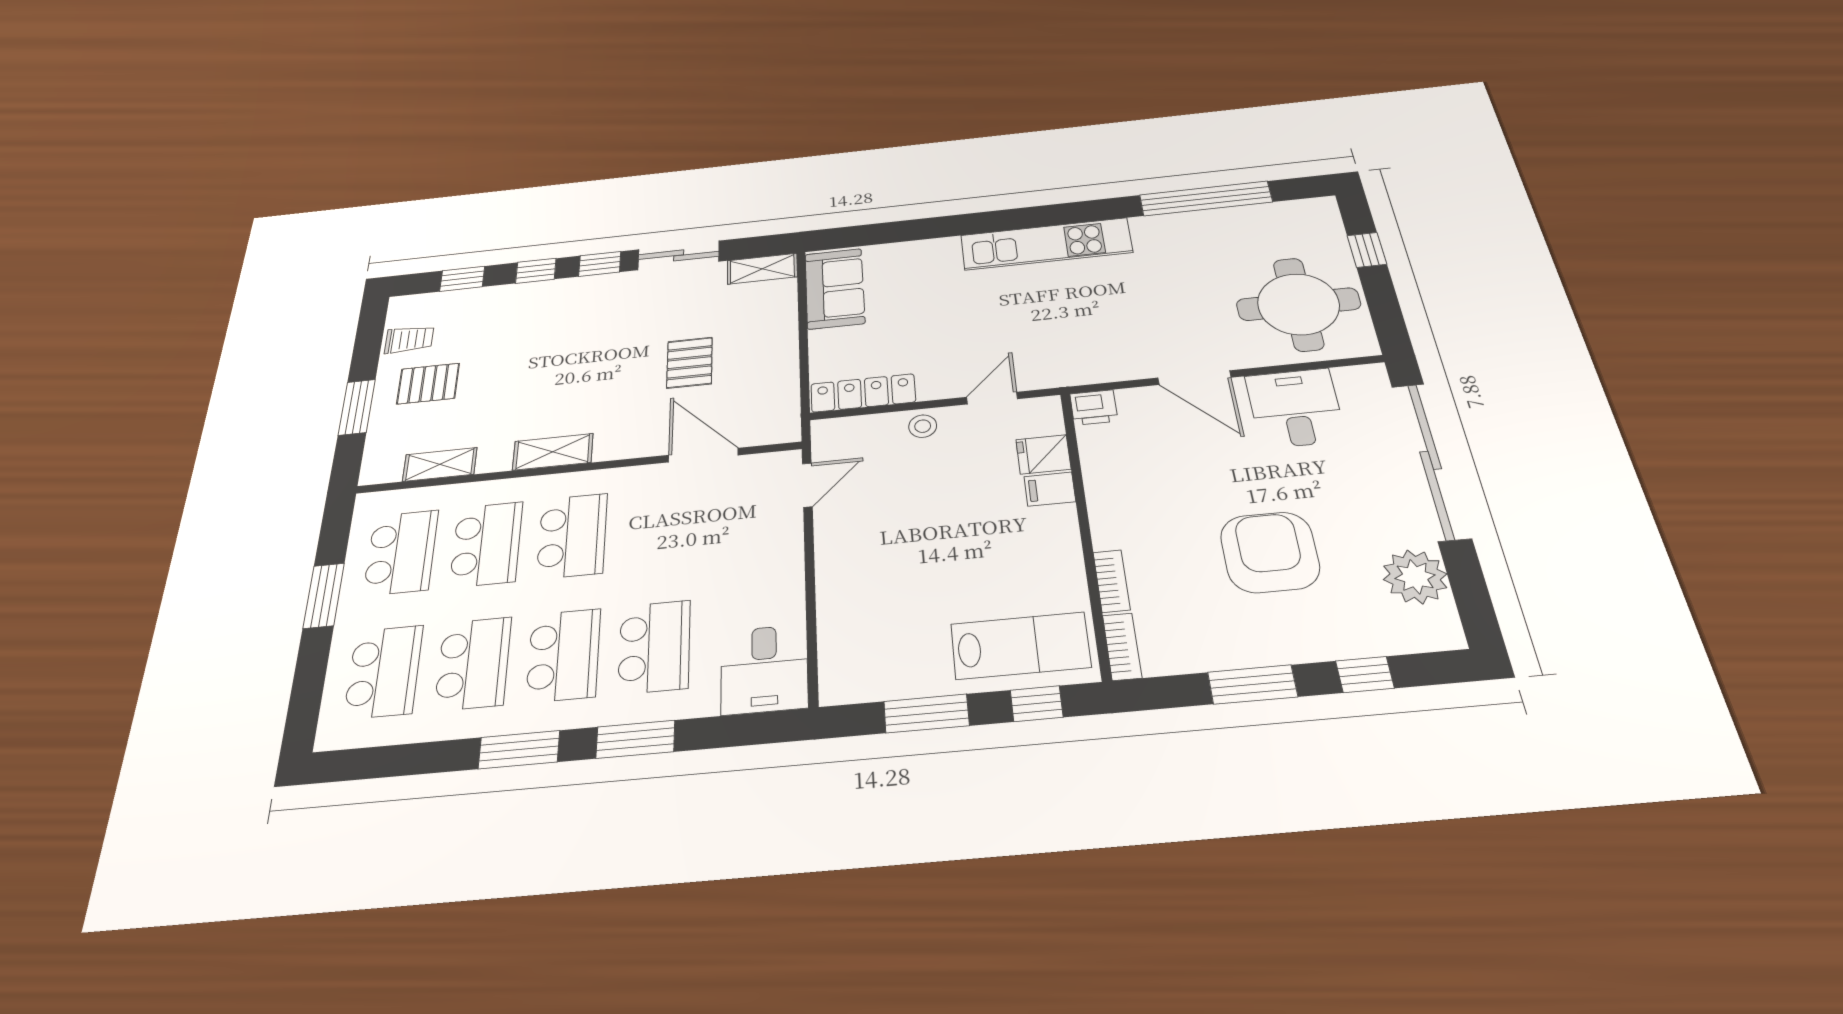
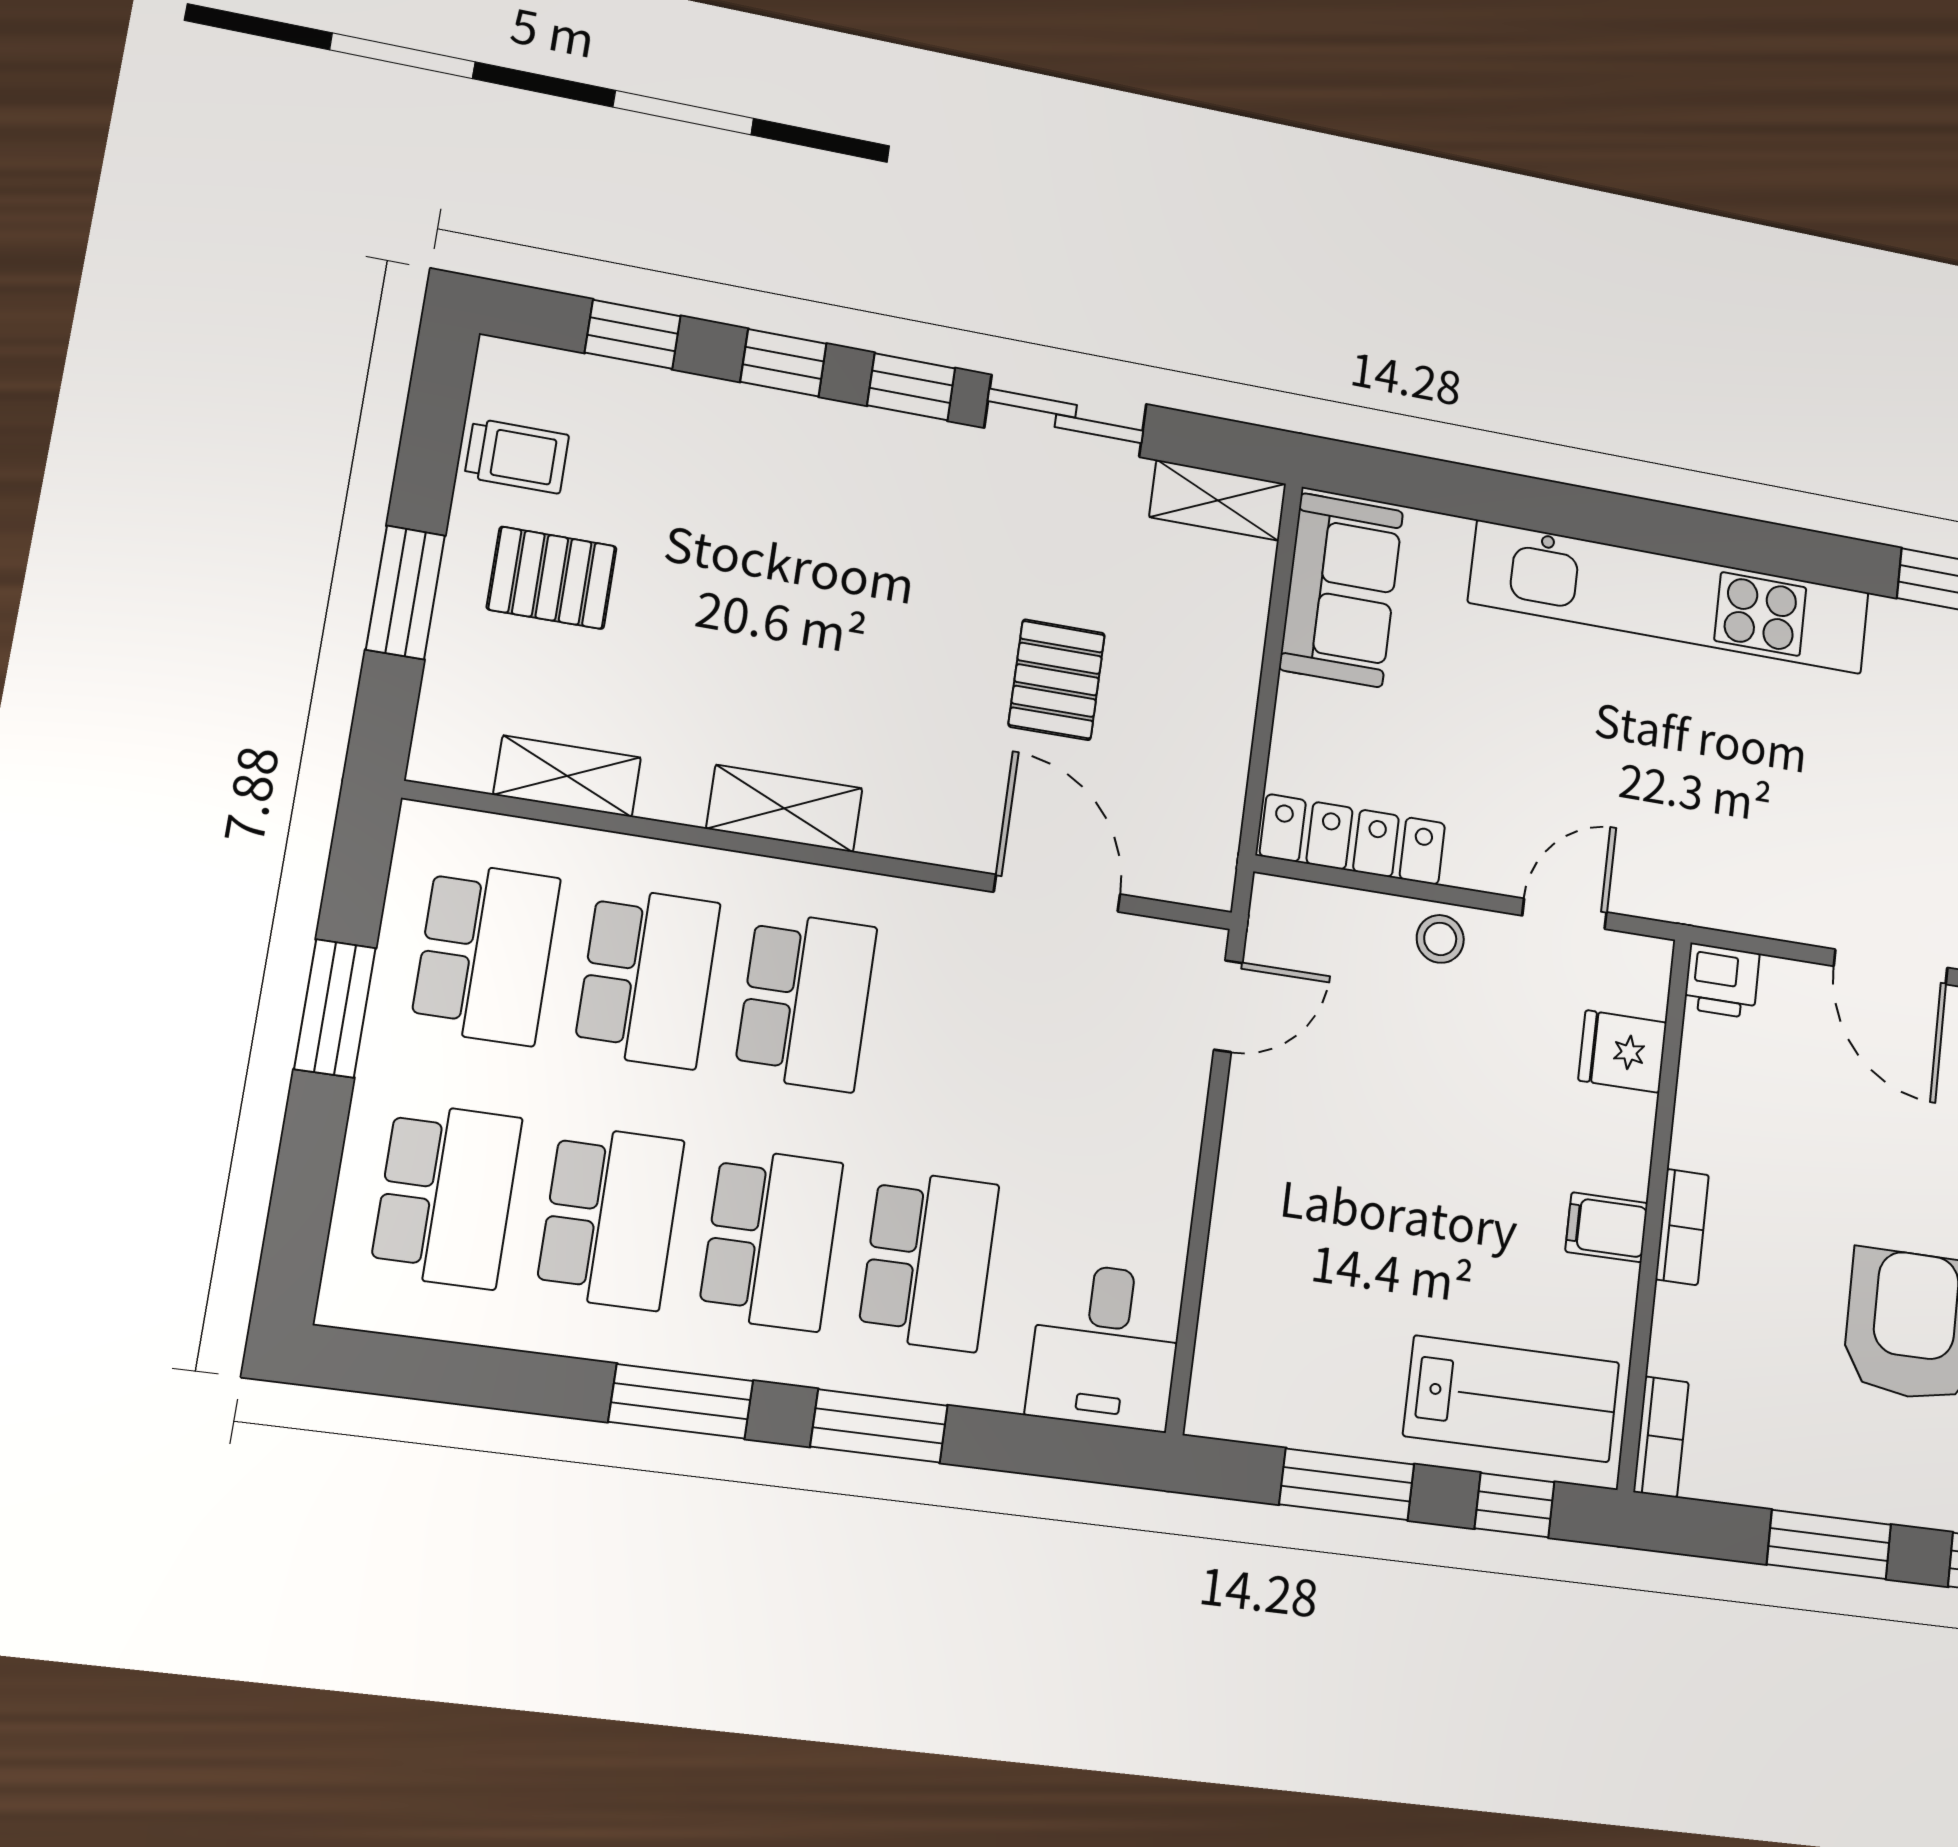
kitchen unit: (1046, 244) -> (1671, 598), width x1.36
filing cabinet: (1050, 489) -> (1607, 1227), moved
bookcase: (1112, 581) -> (1682, 1227), moved

